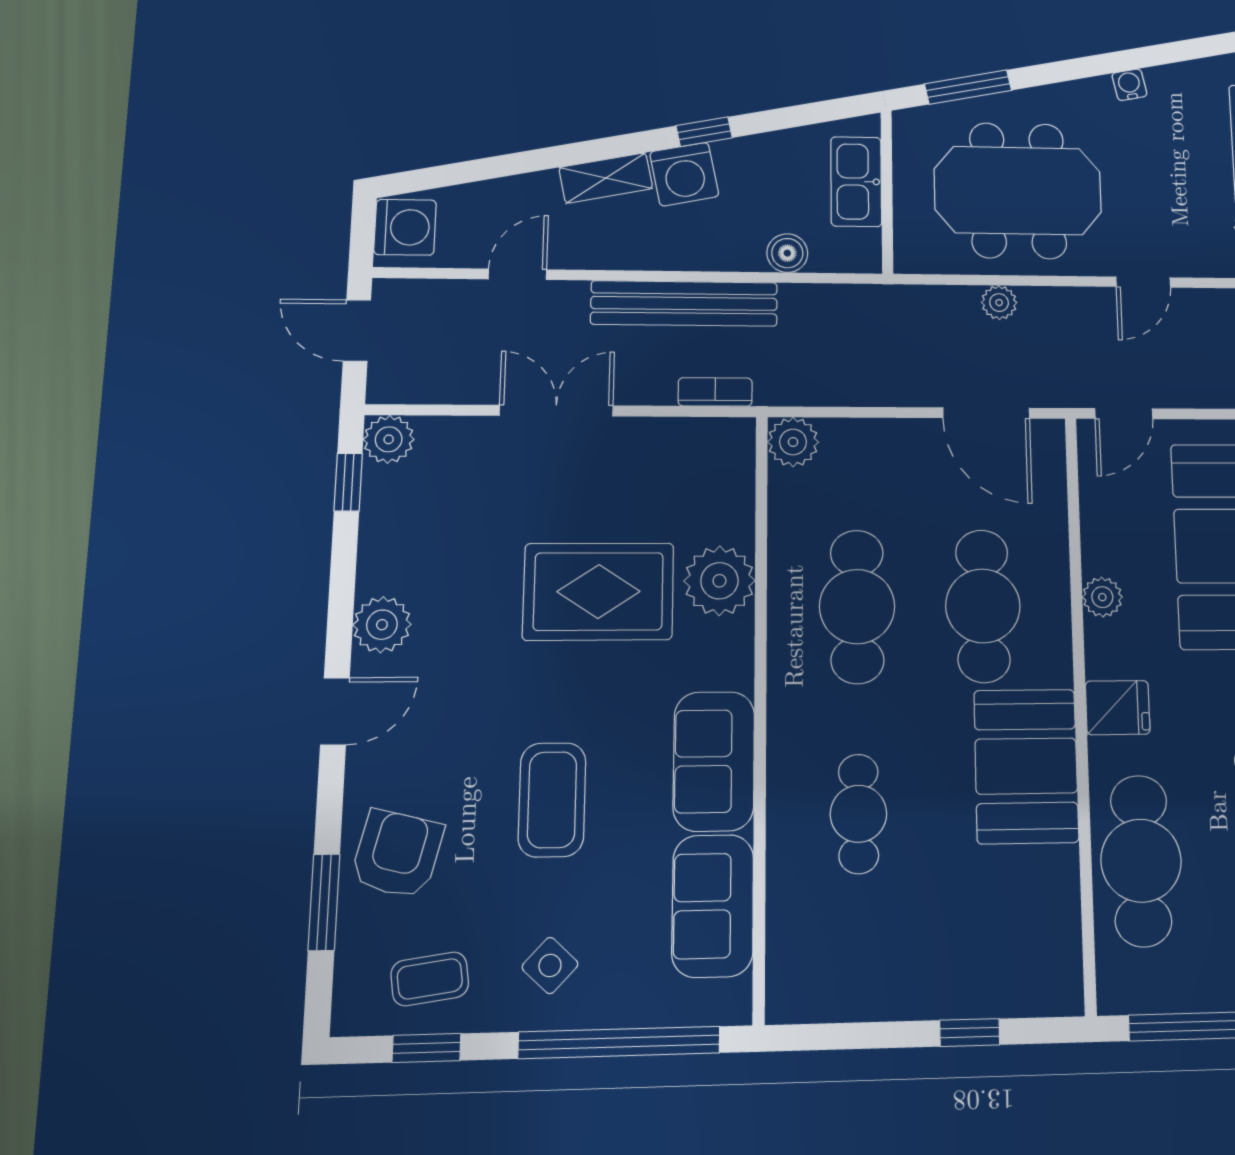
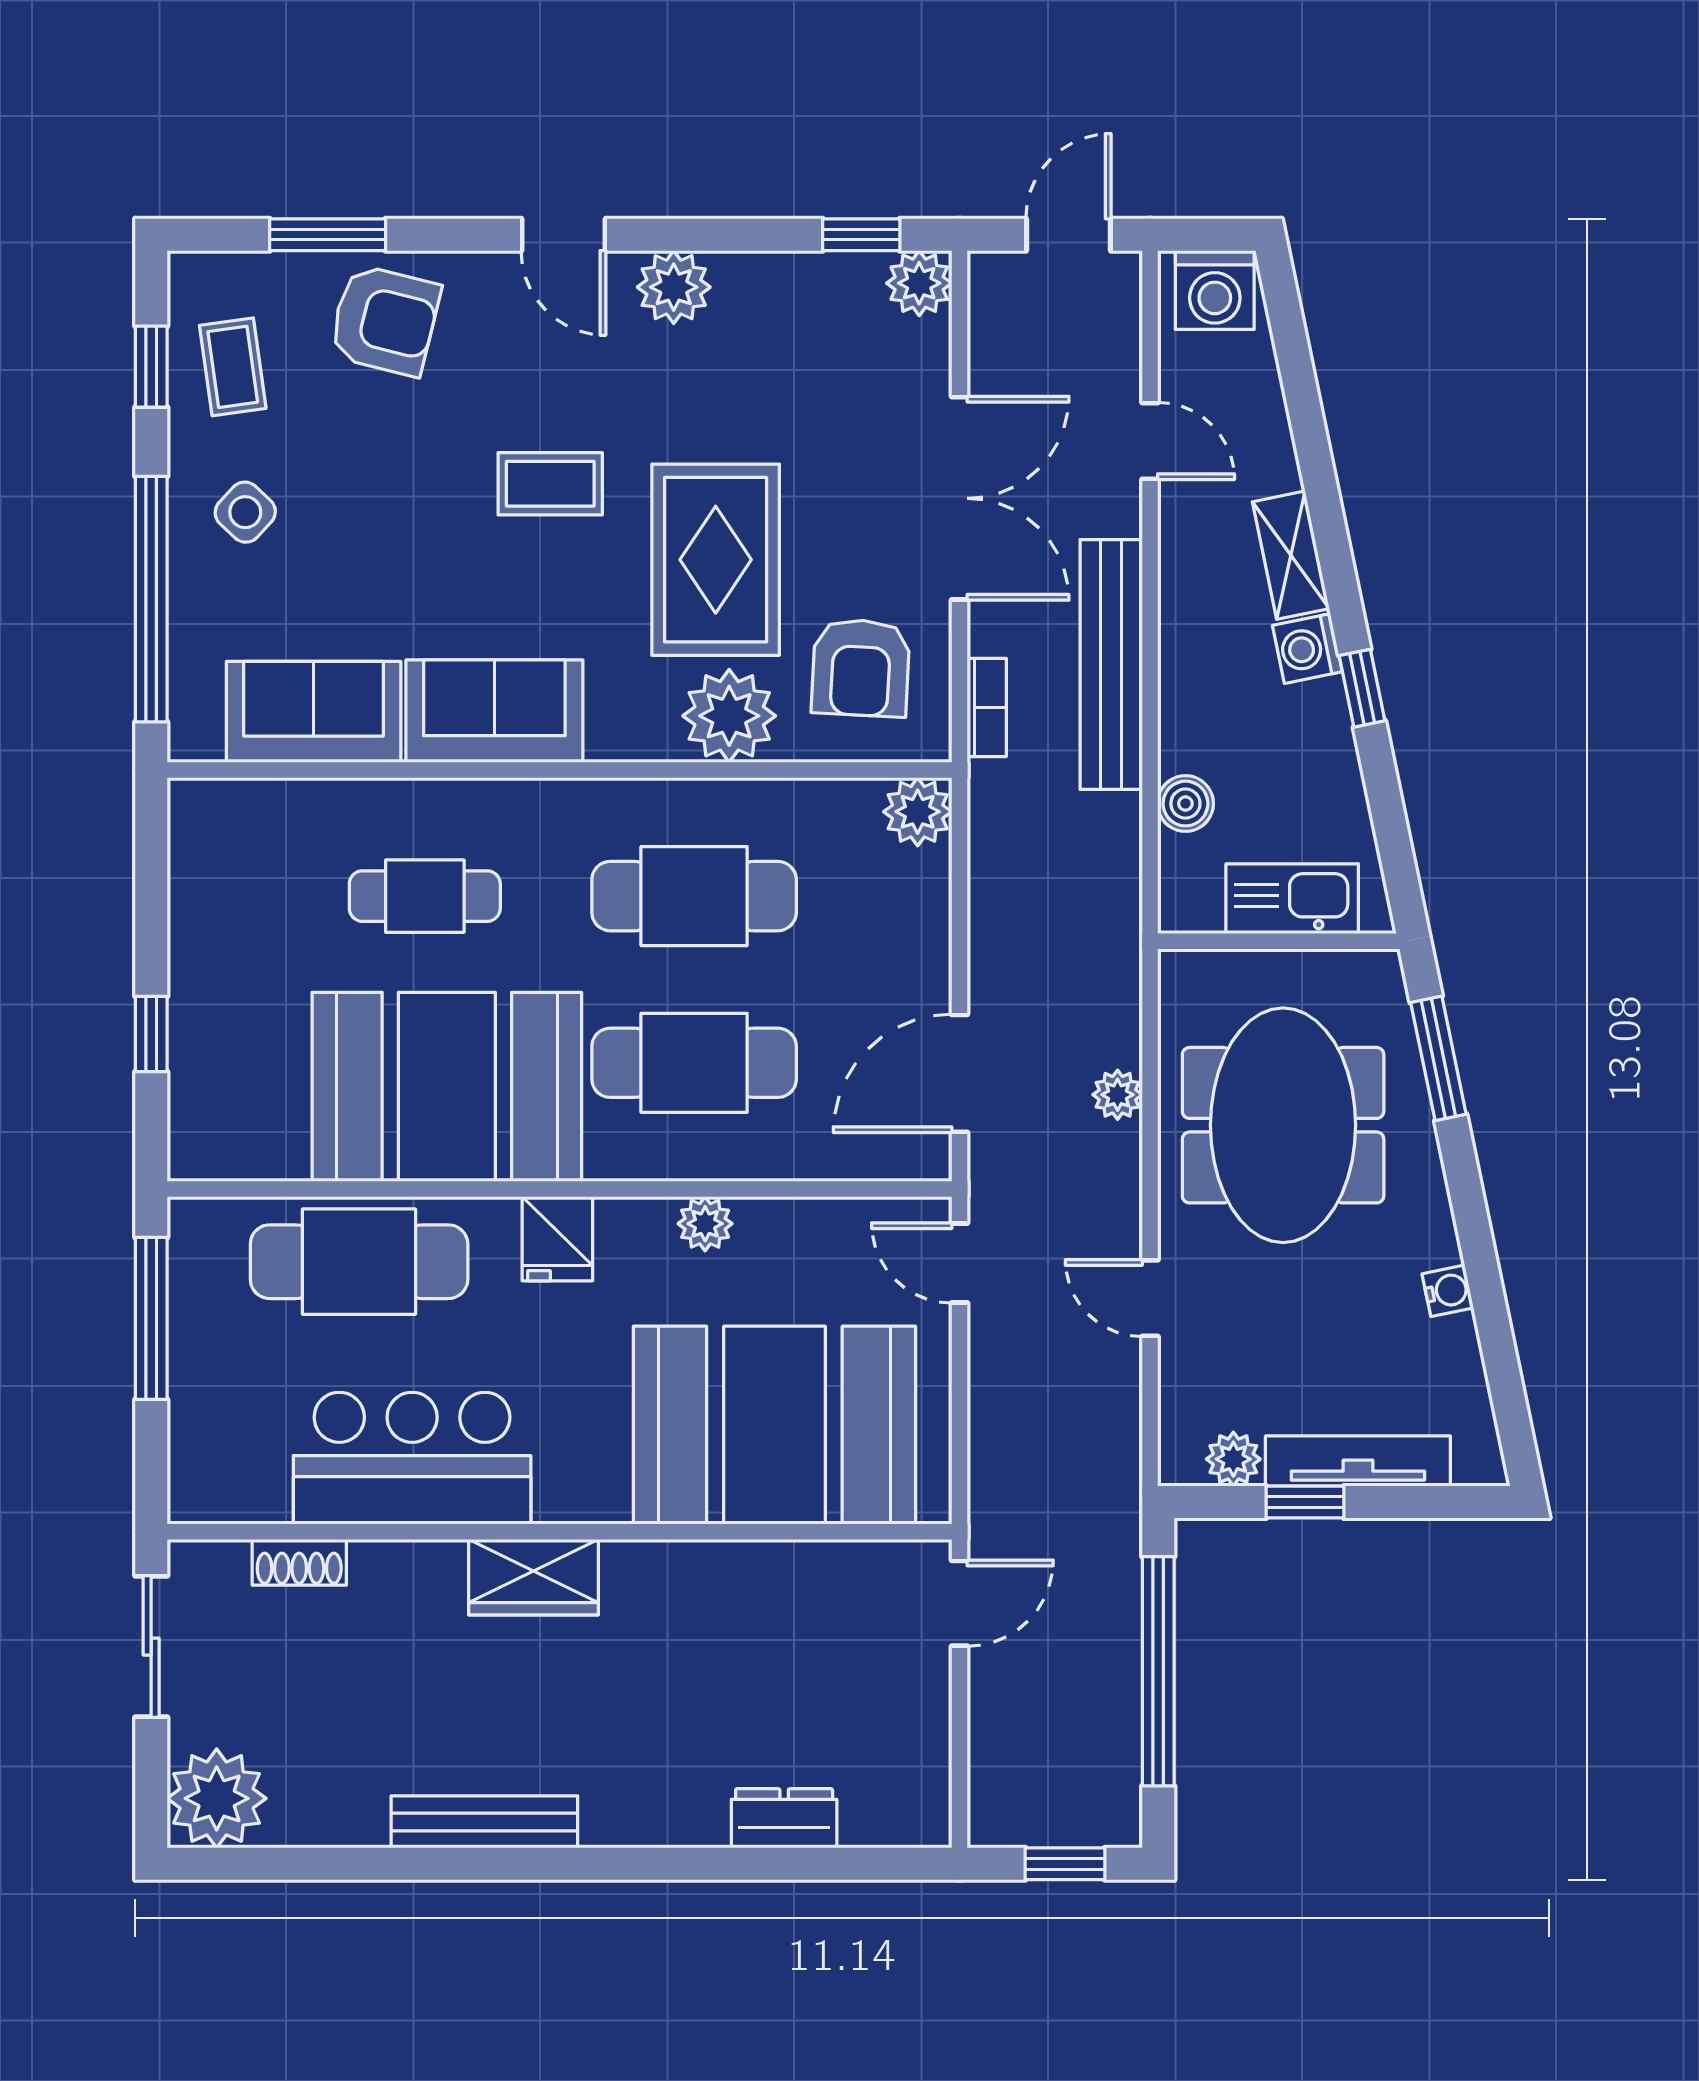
washing machine: (684, 174) -> (1307, 649), width x0.73, depth x0.73
double door: (556, 411) -> (959, 498), width x1.37
armchair: (684, 483) -> (861, 668), added
booth: (1026, 766) -> (447, 1087), width x1.36, depth x1.42
coffee table: (552, 800) -> (550, 484), moved, width x0.73, depth x0.77

